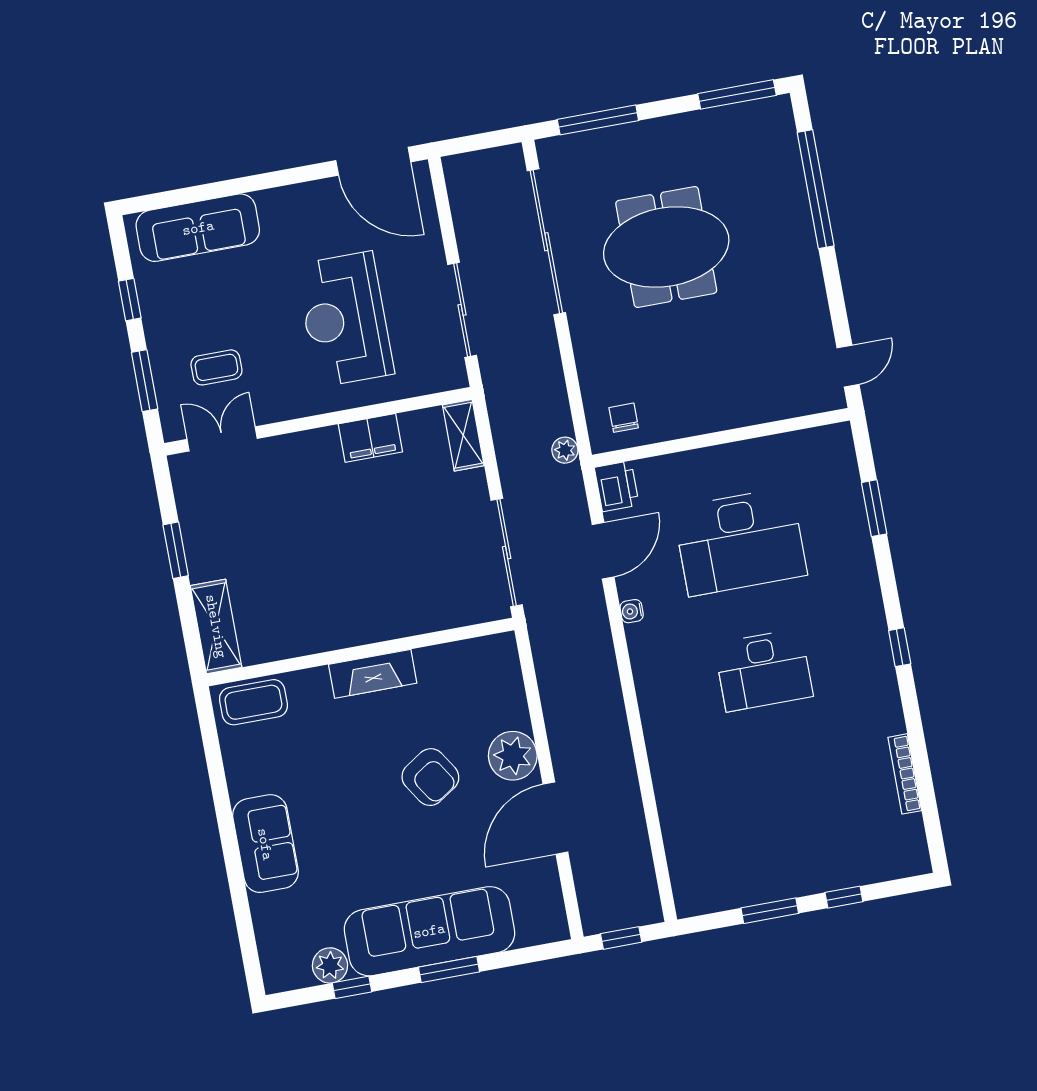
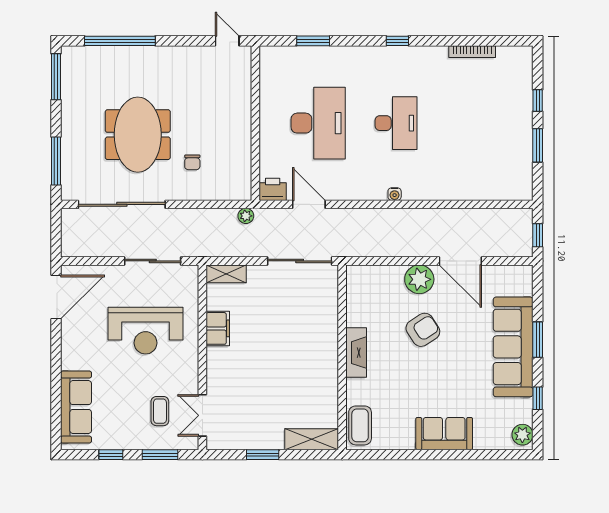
chair: (624, 418) -> (192, 162), moved, turned -90
water cooler: (632, 611) -> (395, 194), moved
plant: (330, 965) -> (522, 435), moved

